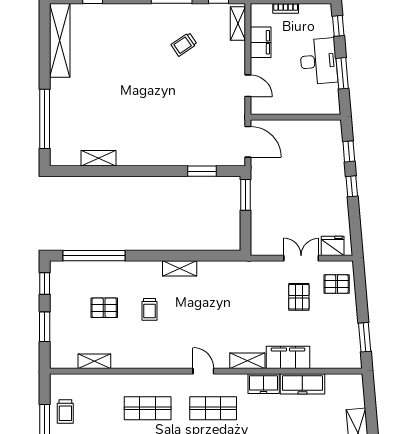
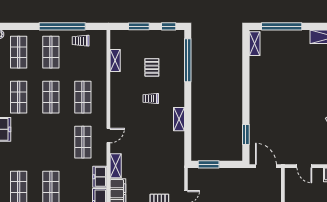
door: (248, 86) -> (304, 166), hinge flipped
door: (248, 142) -> (266, 166), swing flipped
shelving: (98, 158) -> (255, 44), moved
window: (245, 195) -> (209, 164), moved

